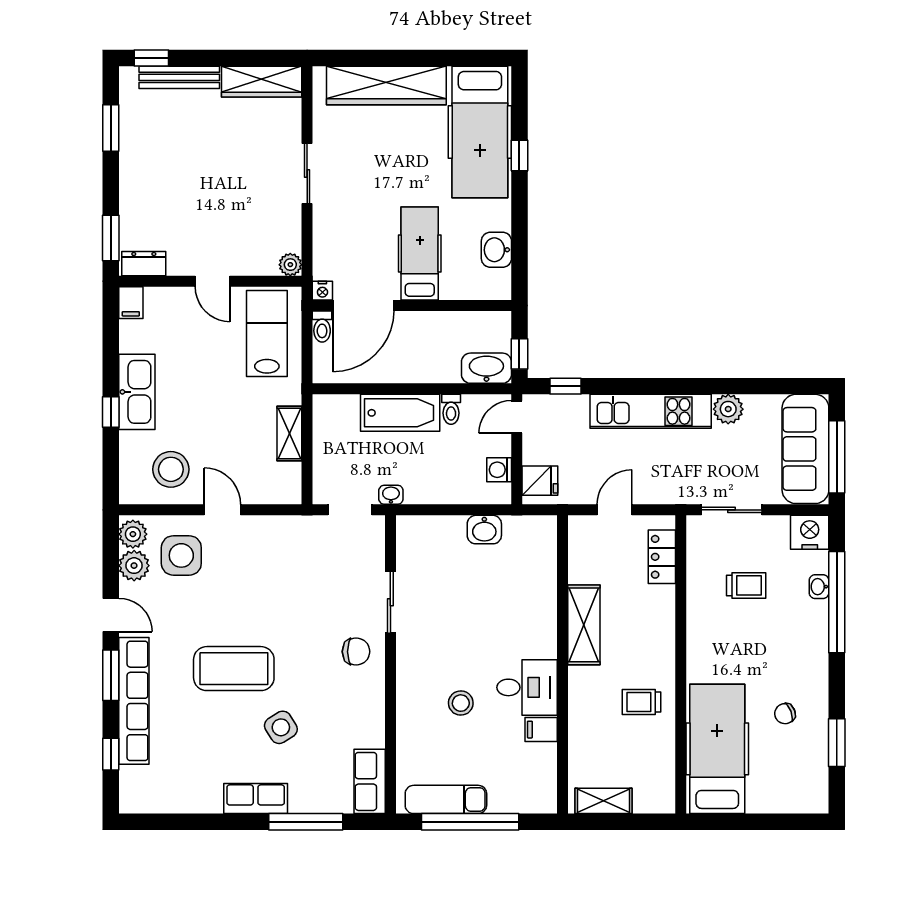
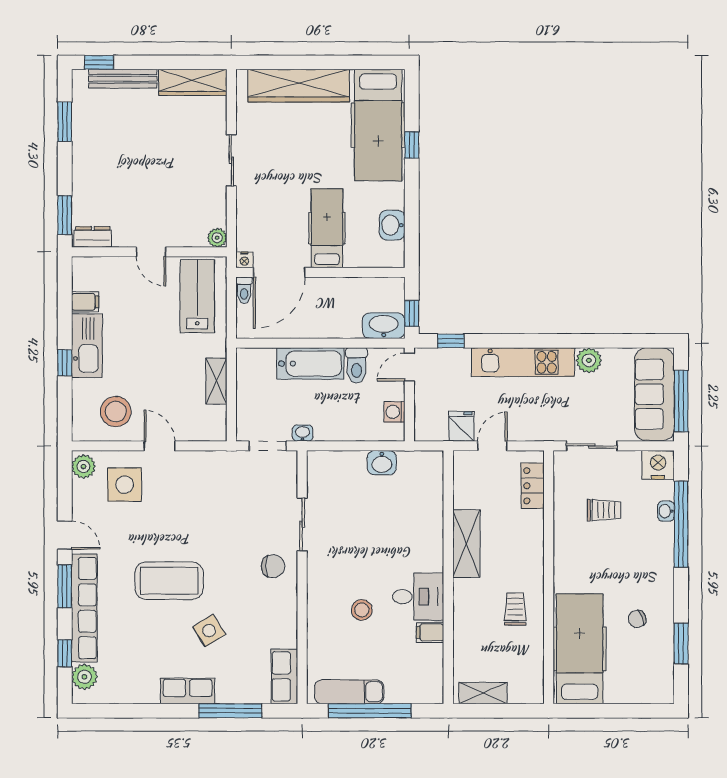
filing cabinet: (131, 303) -> (85, 302), moved, turned -90
toilet: (451, 409) -> (356, 366), width x1.37, depth x1.39
fridge: (540, 481) -> (461, 426), moved, turned -90
plant: (134, 566) -> (84, 677), moved
trolley: (641, 702) -> (515, 609), turned 90

